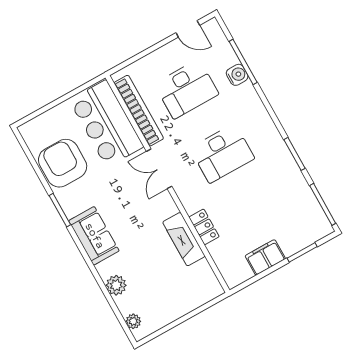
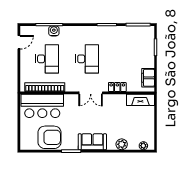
armchair: (63, 163) -> (49, 137), turned 180
double door: (159, 169) -> (91, 93), moved
fireplace: (184, 239) -> (140, 100), moved
filing cabinet: (265, 257) -> (148, 78), moved

